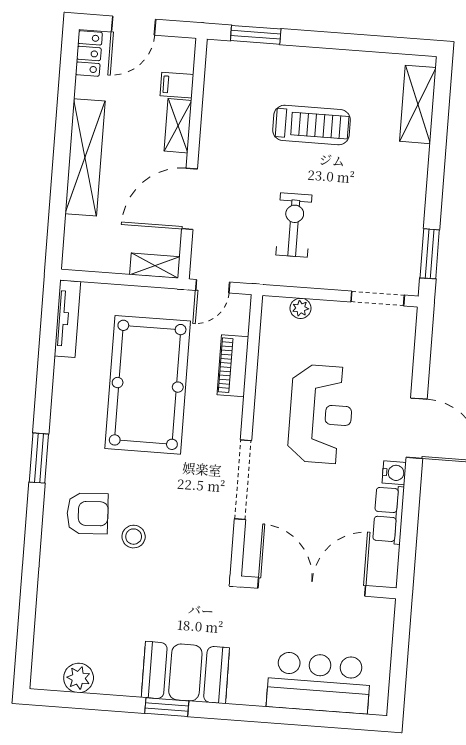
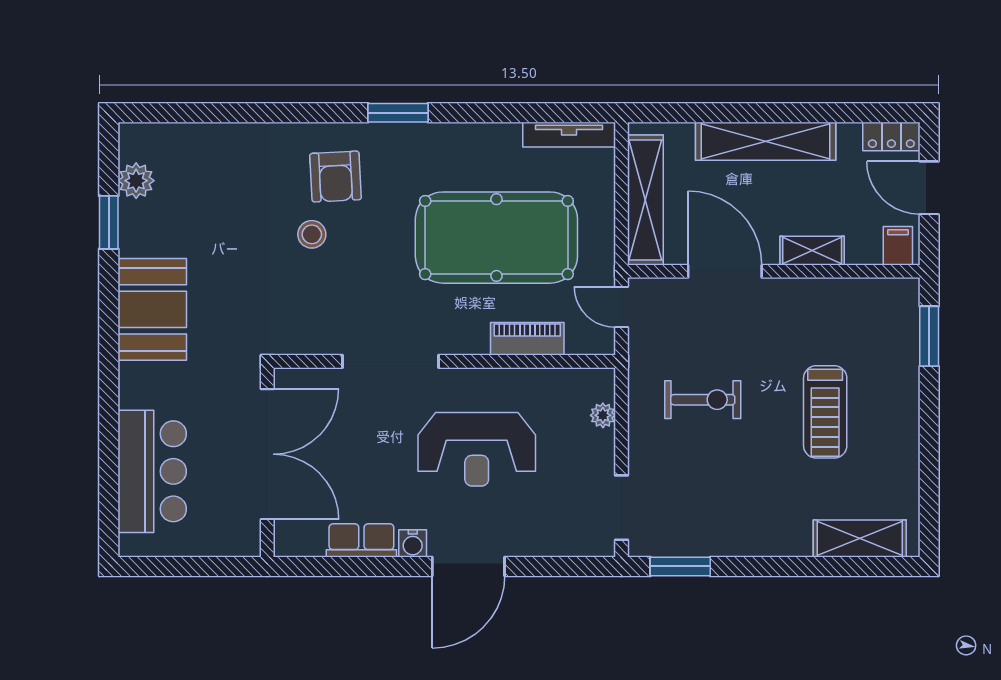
filing cabinet: (177, 85) -> (898, 246), moved
shelving: (155, 266) -> (645, 200), width x2.20, depth x1.33
window: (167, 707) -> (109, 222), moved

